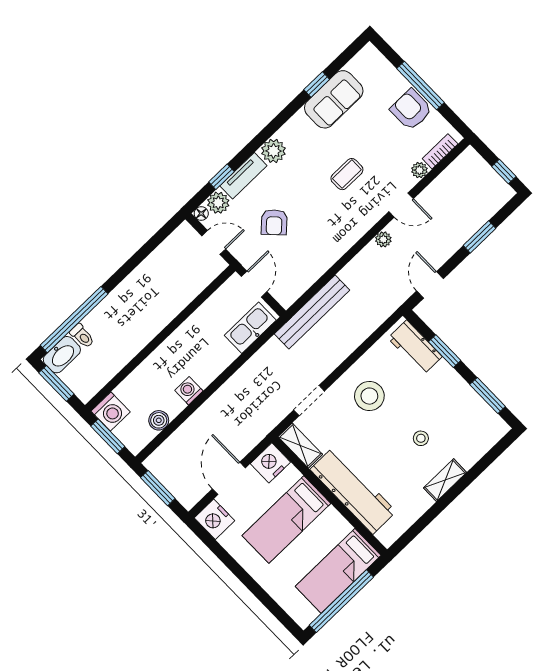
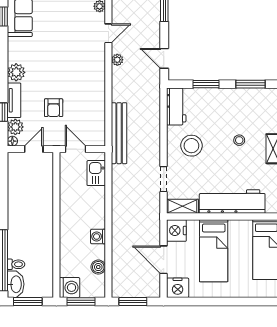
coffee table: (347, 174) -> (65, 46), removed
armchair: (274, 222) -> (54, 108), turned 44
kitchen sink: (250, 328) -> (96, 173), width x0.73
workbench: (415, 347) -> (176, 106), moved, turned -90

